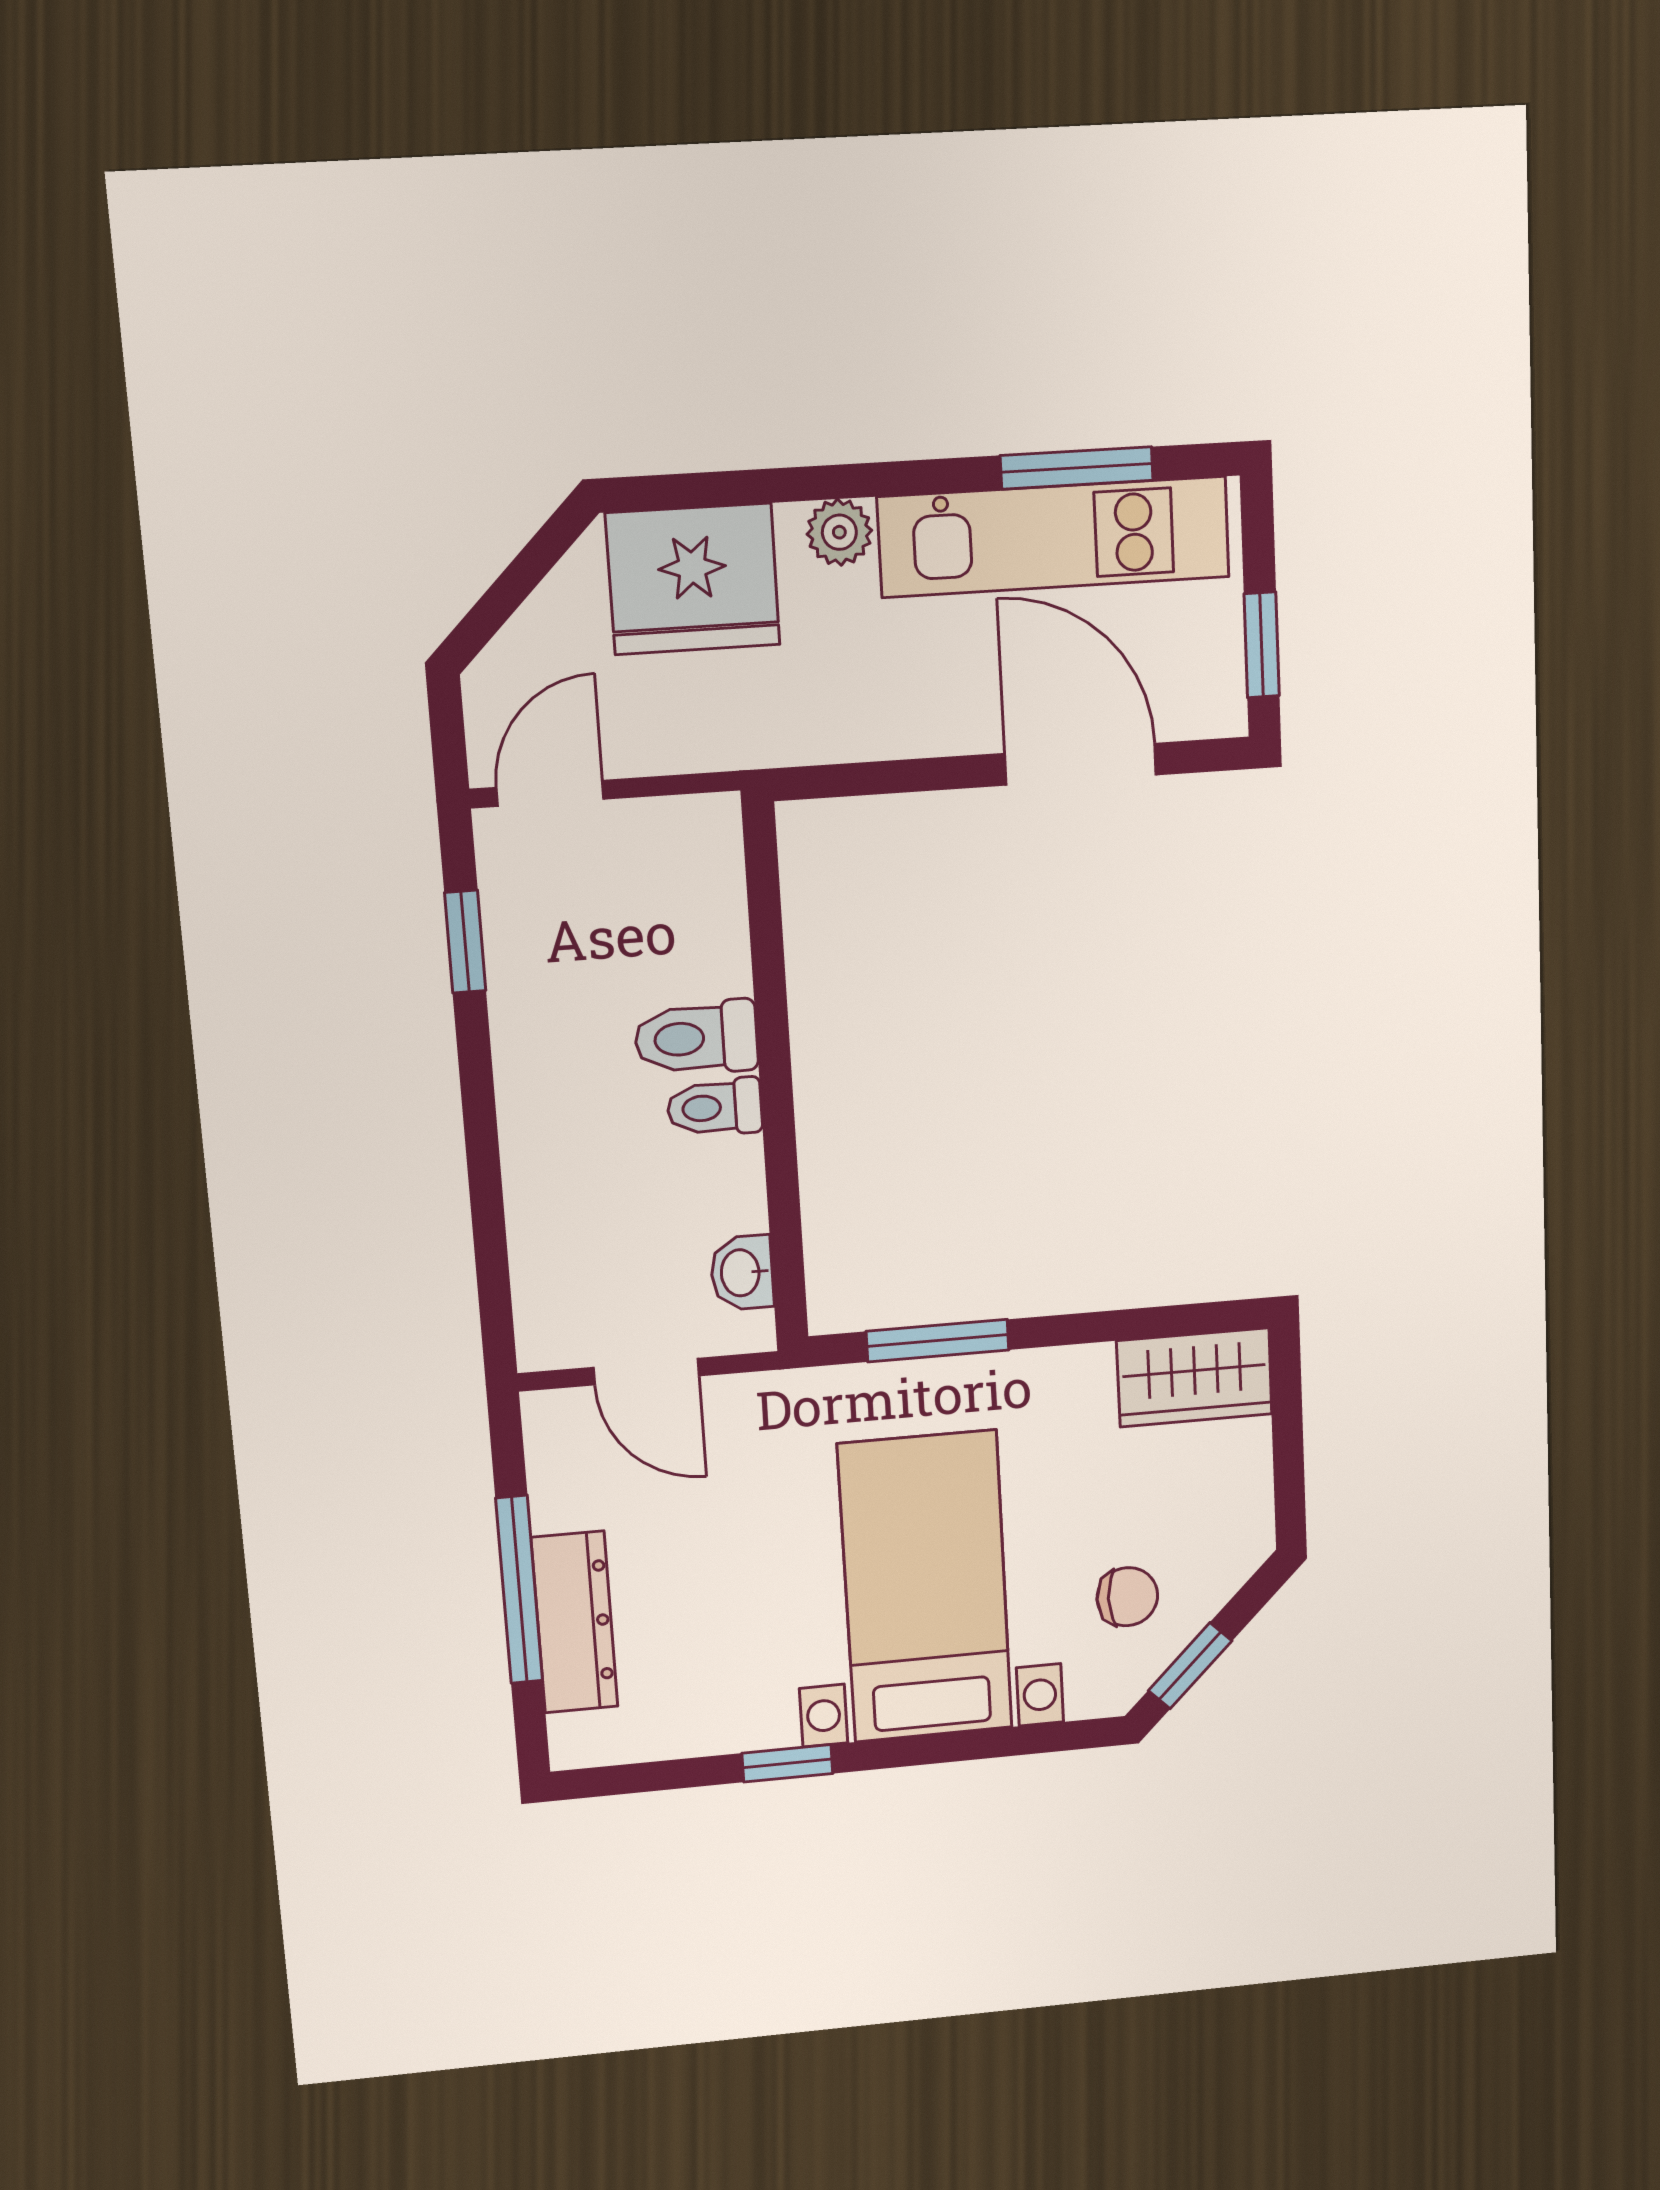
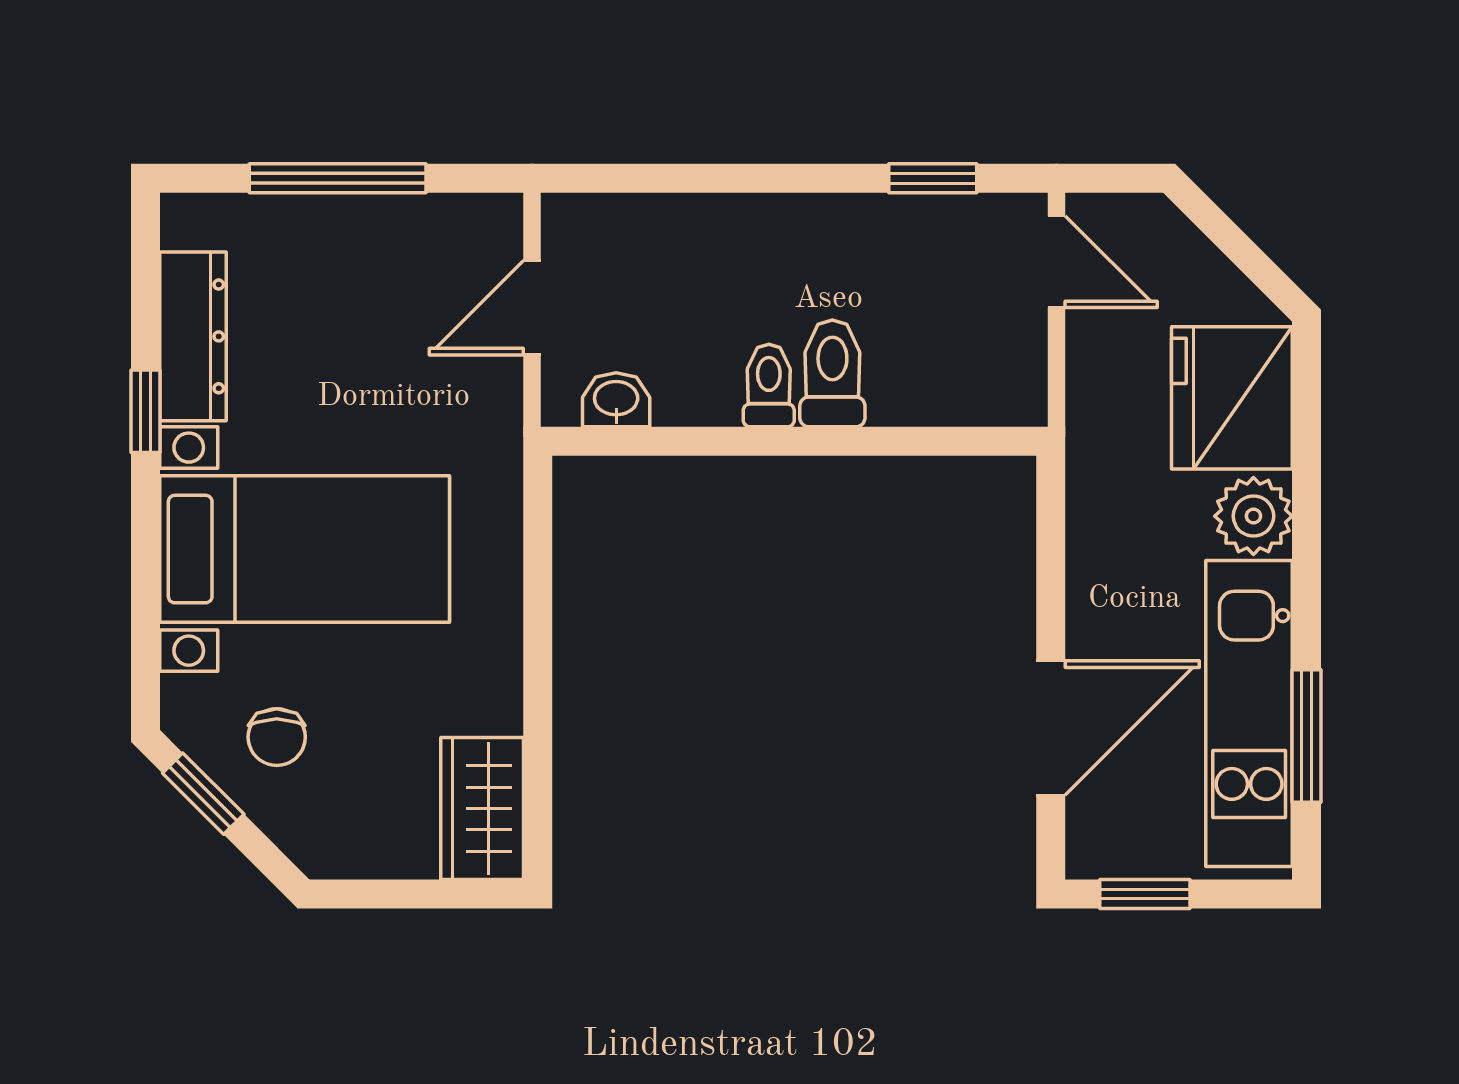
plant: (839, 532) -> (1253, 516), width x1.38, depth x1.38
window: (938, 1341) -> (538, 573), removed
dresser: (574, 1622) -> (193, 336), moved, turned -90

